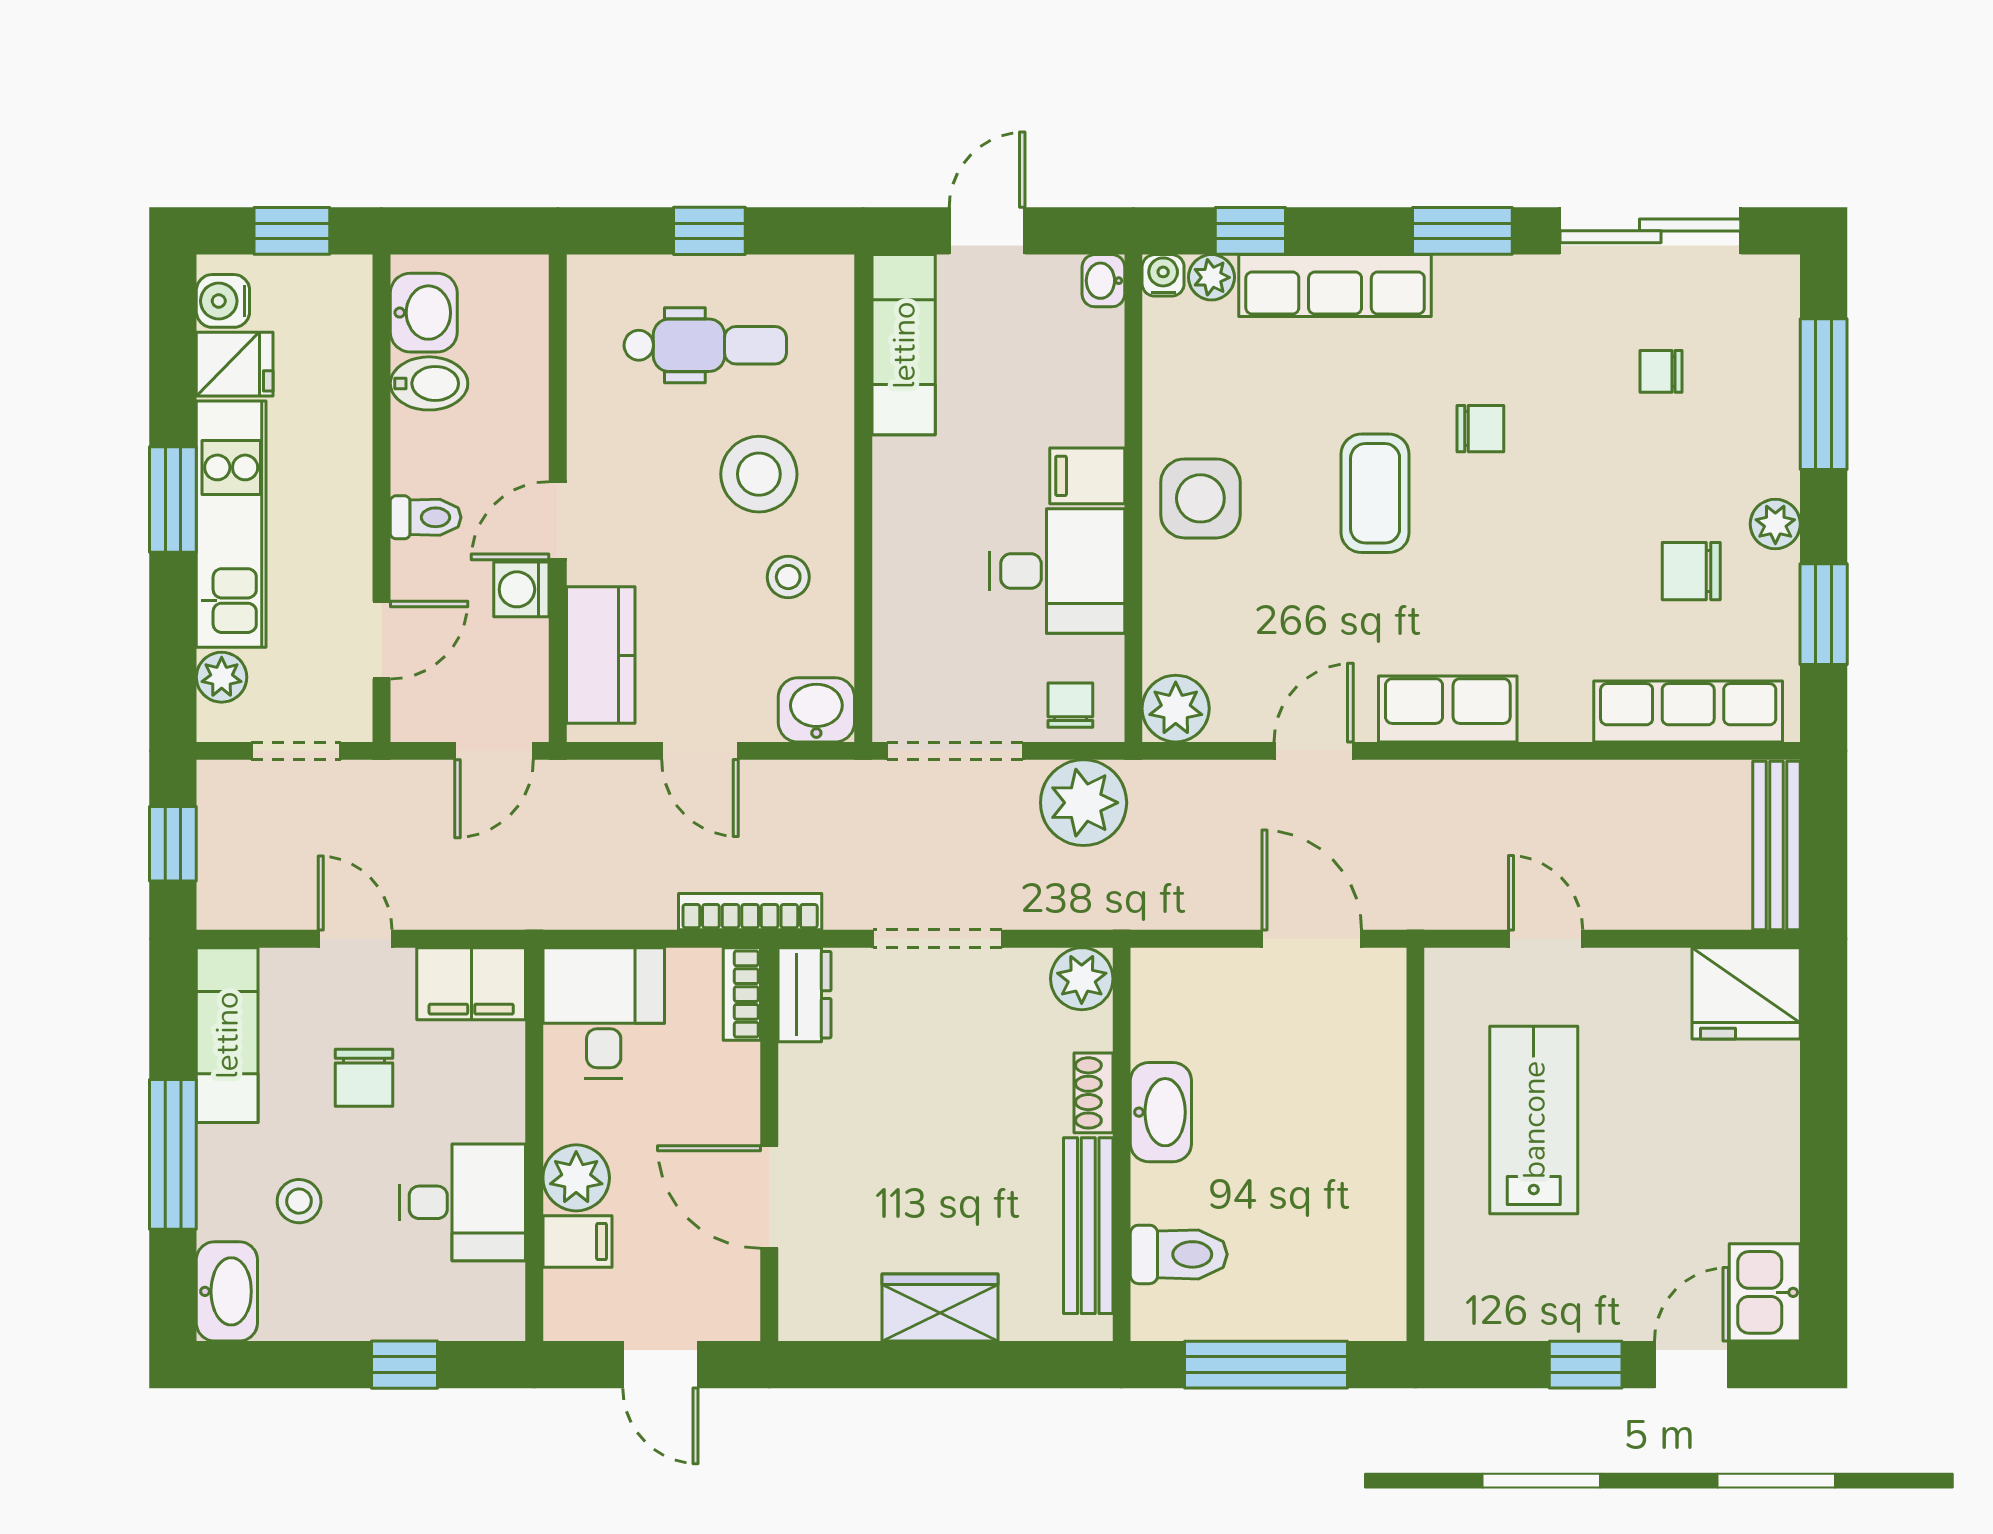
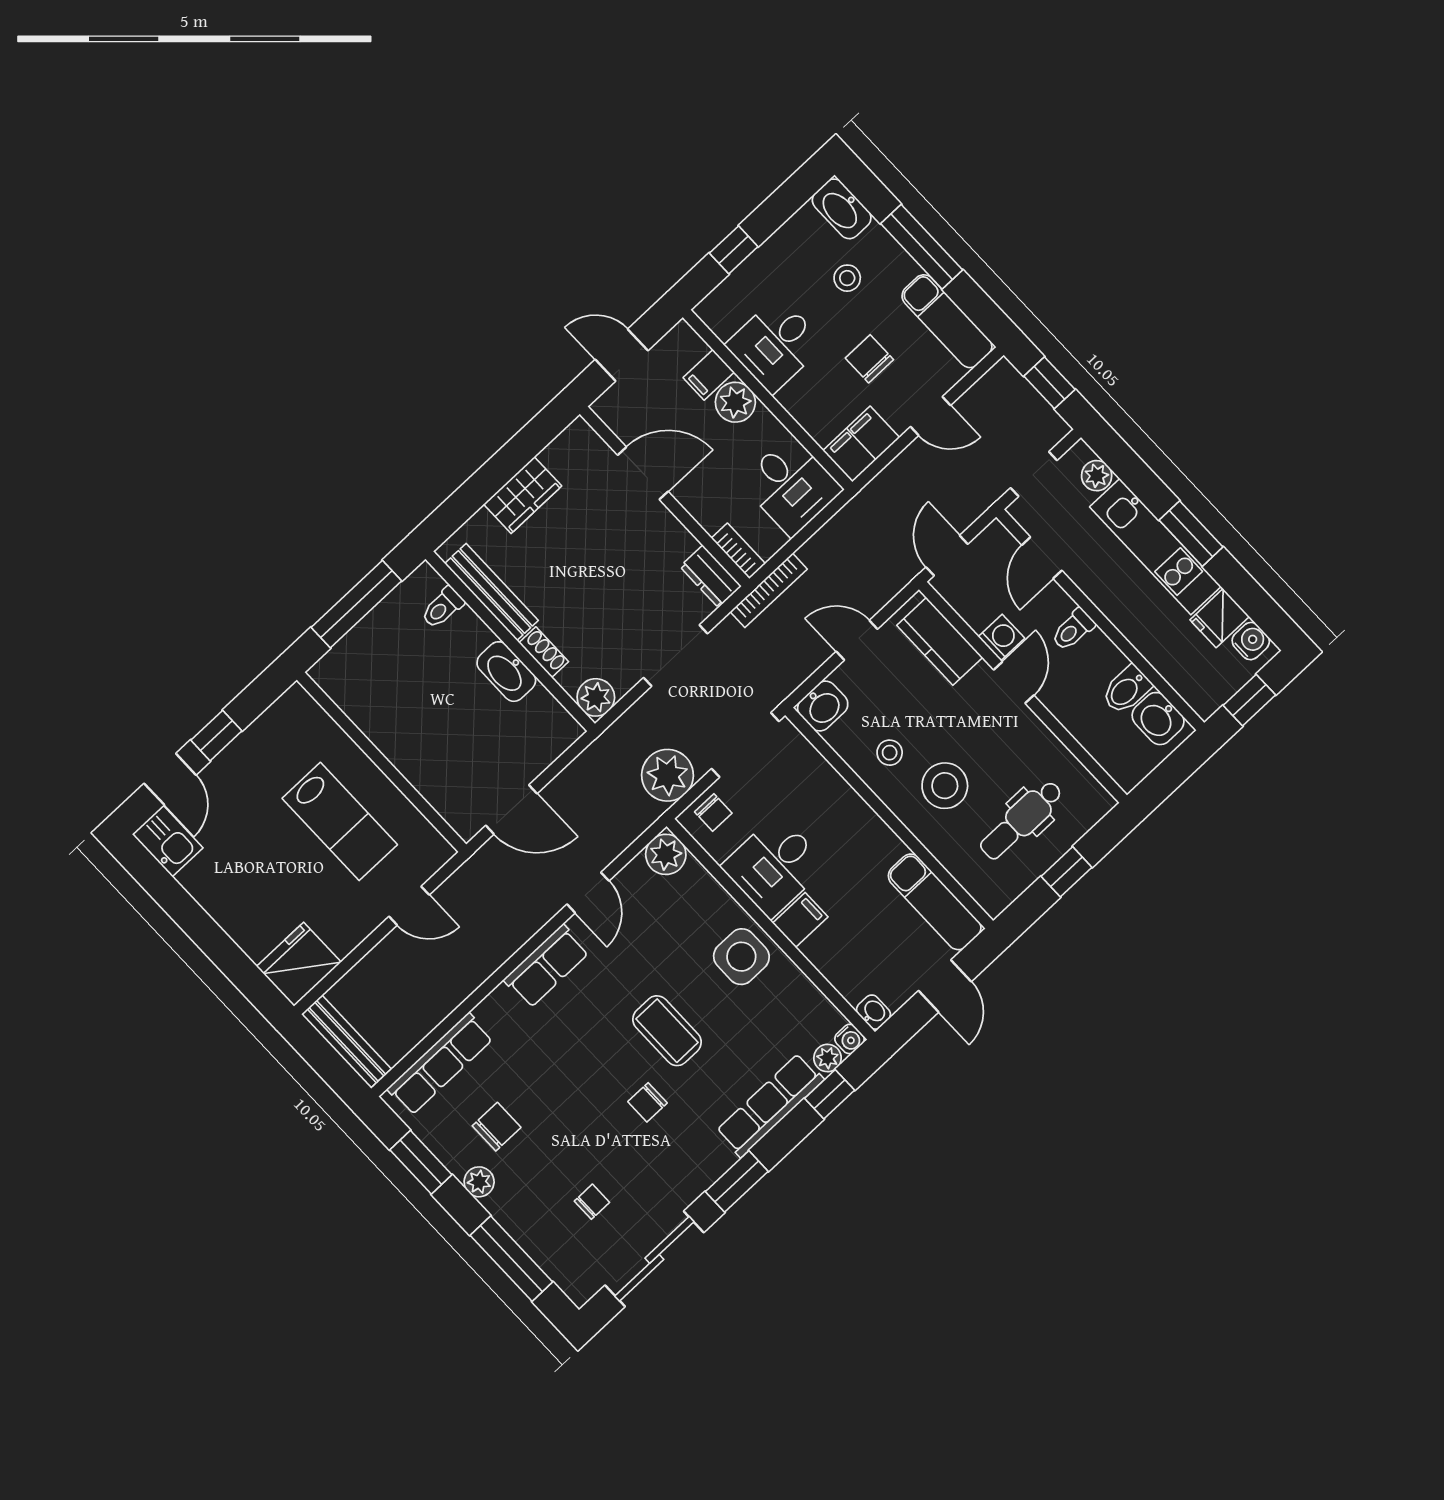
toilet: (1179, 1254) -> (443, 608), width x0.73, depth x0.72

